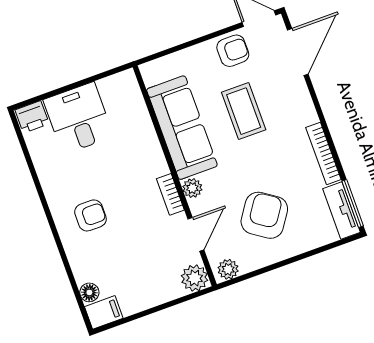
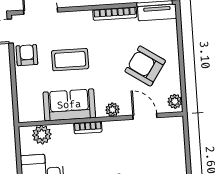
sofa: (182, 128) -> (69, 105), width x0.73
bookcase: (170, 194) -> (88, 128), moved
plant: (195, 278) -> (42, 135), moved

